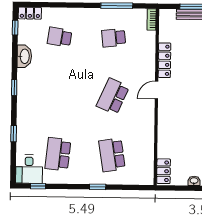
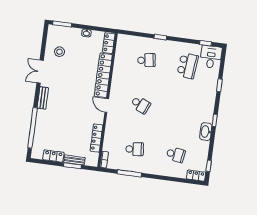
washbasin: (24, 56) -> (206, 132), moved
locker: (164, 60) -> (97, 138), moved
door: (156, 90) -> (107, 106), swing flipped
school desk: (113, 96) -> (141, 105), width x0.54
locker: (166, 129) -> (103, 75), added
school desk: (112, 155) -> (146, 60), width x0.54

